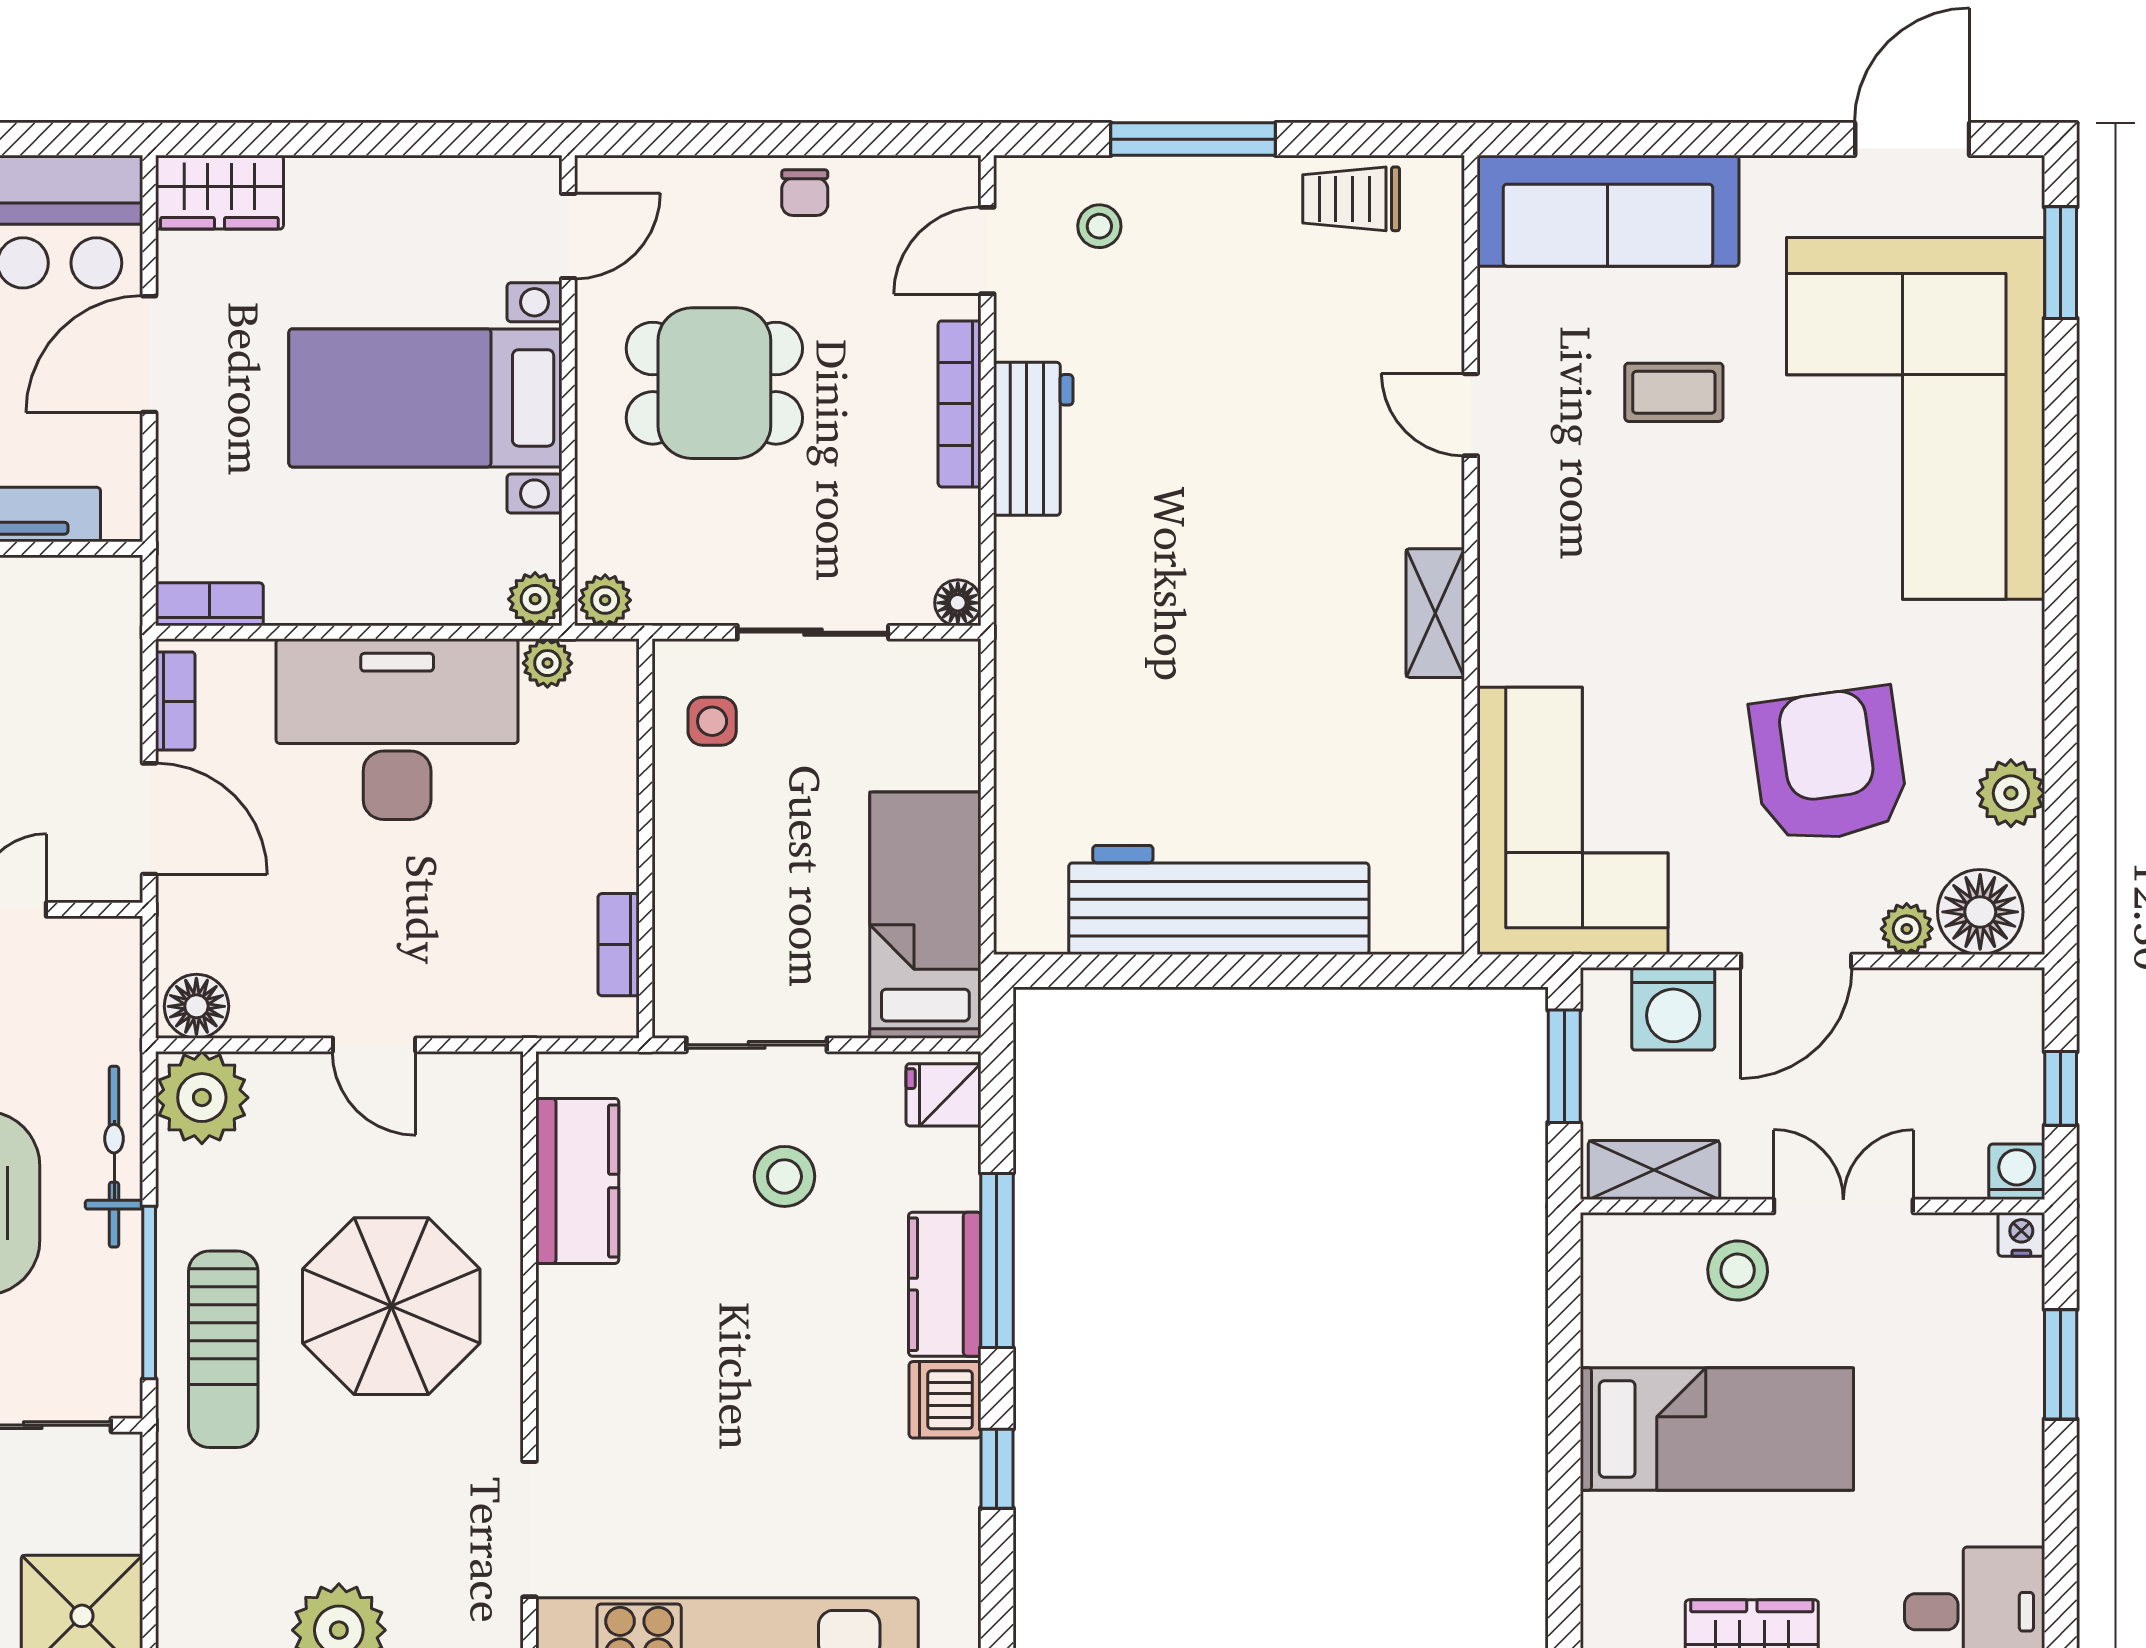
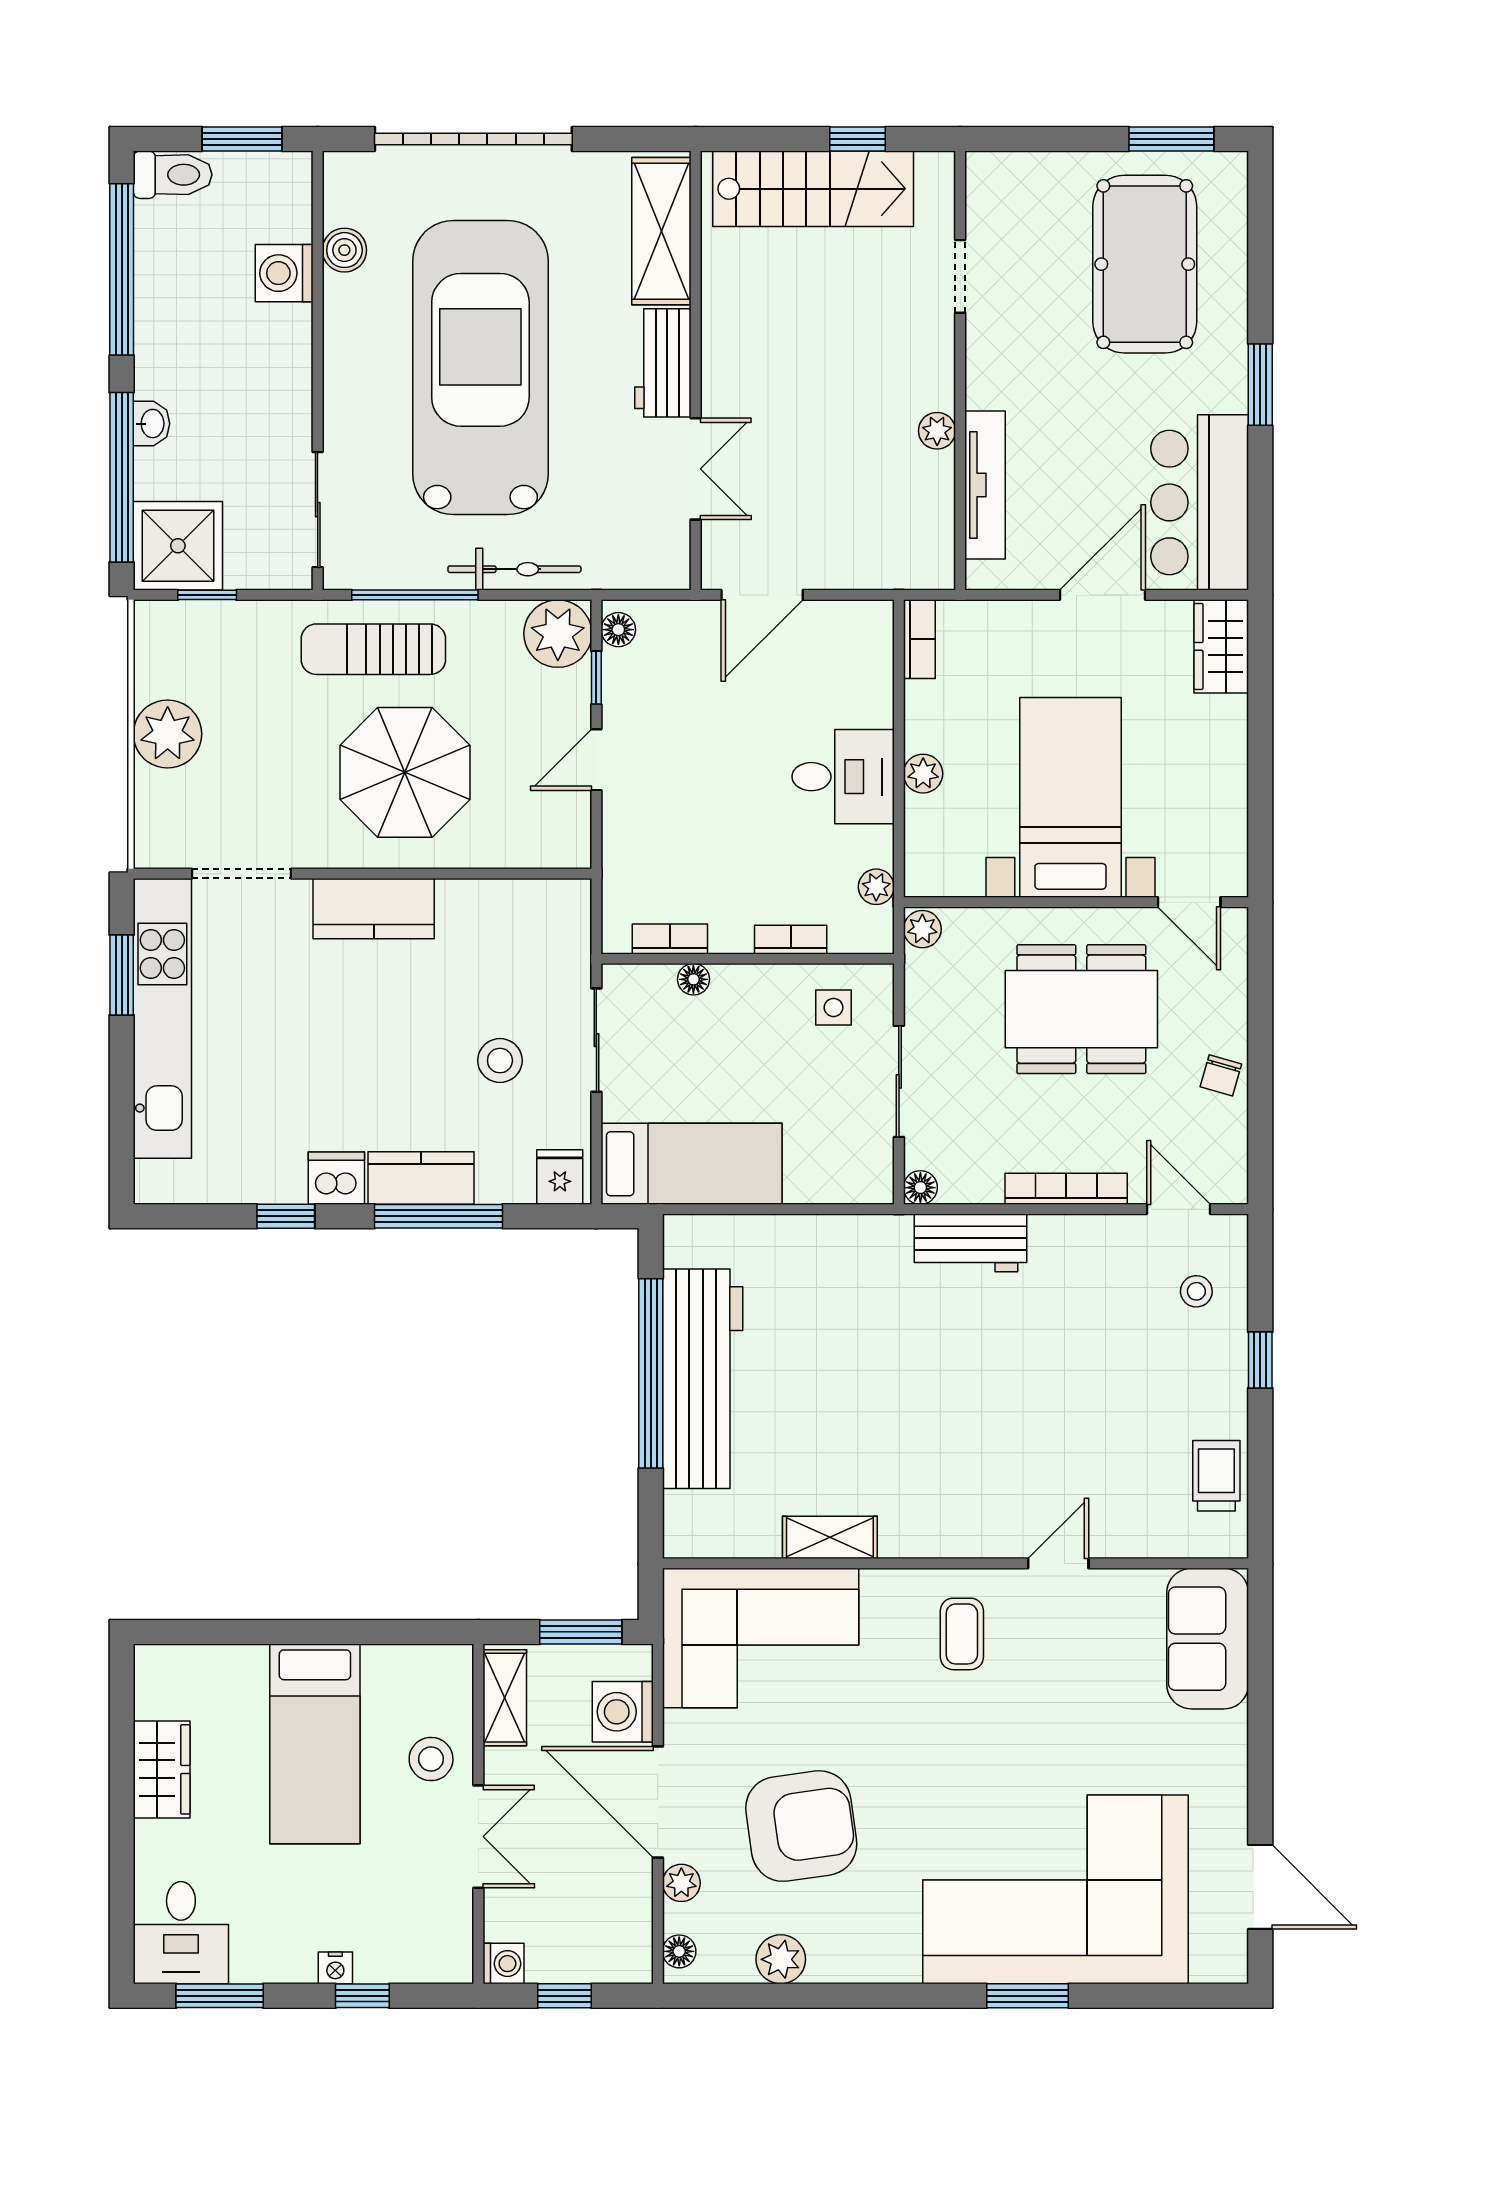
window: (1193, 139) -> (1260, 1360), width x0.46
chair: (805, 193) -> (1221, 1075), turned -74
sofa: (1608, 211) -> (1208, 1639), width x0.73
window: (2061, 263) -> (1027, 1996), moved
door: (149, 354) -> (1103, 595), hinge flipped
dining table: (714, 383) -> (1081, 1009), width x1.38
coffee table: (1674, 392) -> (962, 1634), moved
workbench: (1033, 439) -> (971, 1243), moved
plant: (535, 599) -> (923, 774), moved
shelving: (1435, 613) -> (830, 1537), moved
bookcase: (175, 701) -> (791, 940), moved, turned 180
desk: (397, 729) -> (843, 777), width x0.53, depth x0.77
floor lamp: (674, 912) -> (693, 979), added
floor lamp: (1980, 912) -> (679, 1951), width x0.53, depth x0.53
door: (1796, 961) -> (658, 1802), width x1.36
window: (1211, 971) -> (651, 1373), added
floor lamp: (196, 1006) -> (618, 630), width x0.73, depth x0.73
window: (262, 1045) -> (596, 678), added
kitchen counter: (577, 1181) -> (374, 909), moved
nightstand: (2021, 1234) -> (335, 1968), moved, turned 90
window: (2061, 1364) -> (362, 1996), width x0.67
window: (2061, 1559) -> (220, 1996), added
window: (149, 1576) -> (207, 595), added

